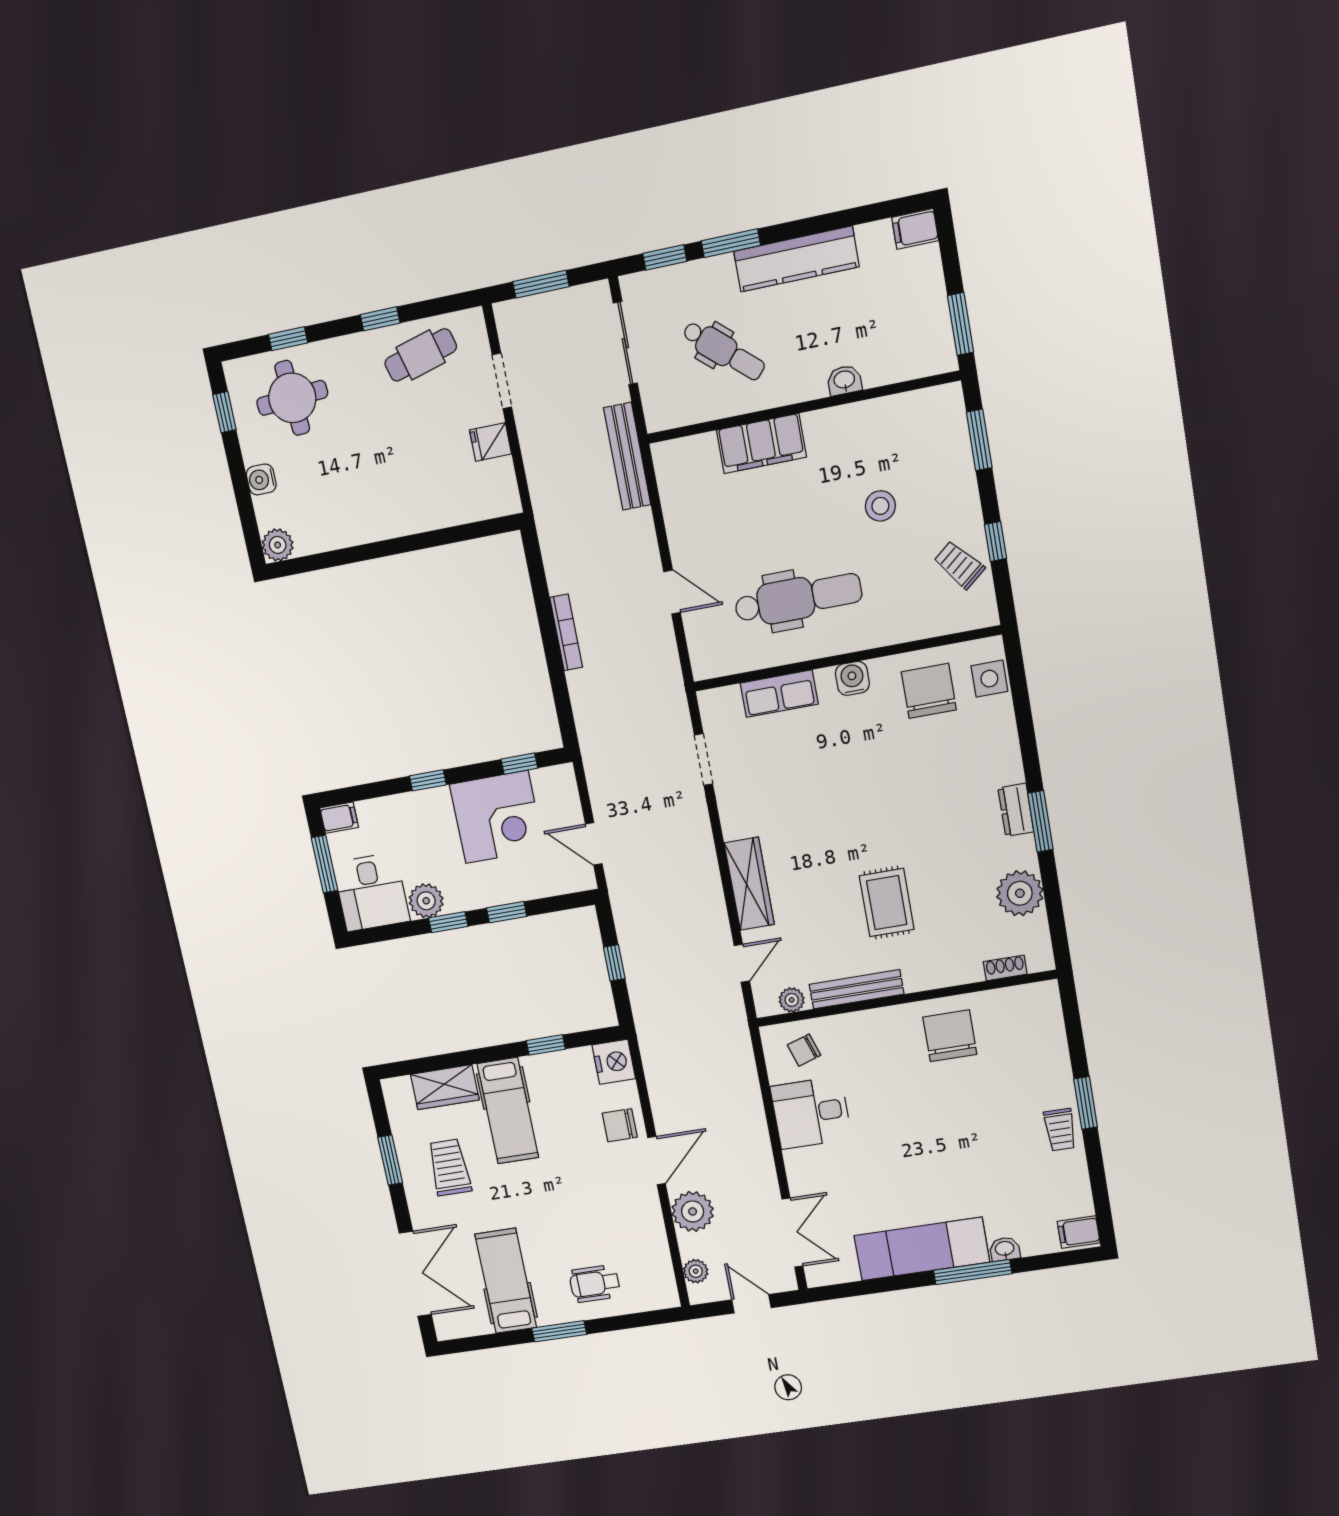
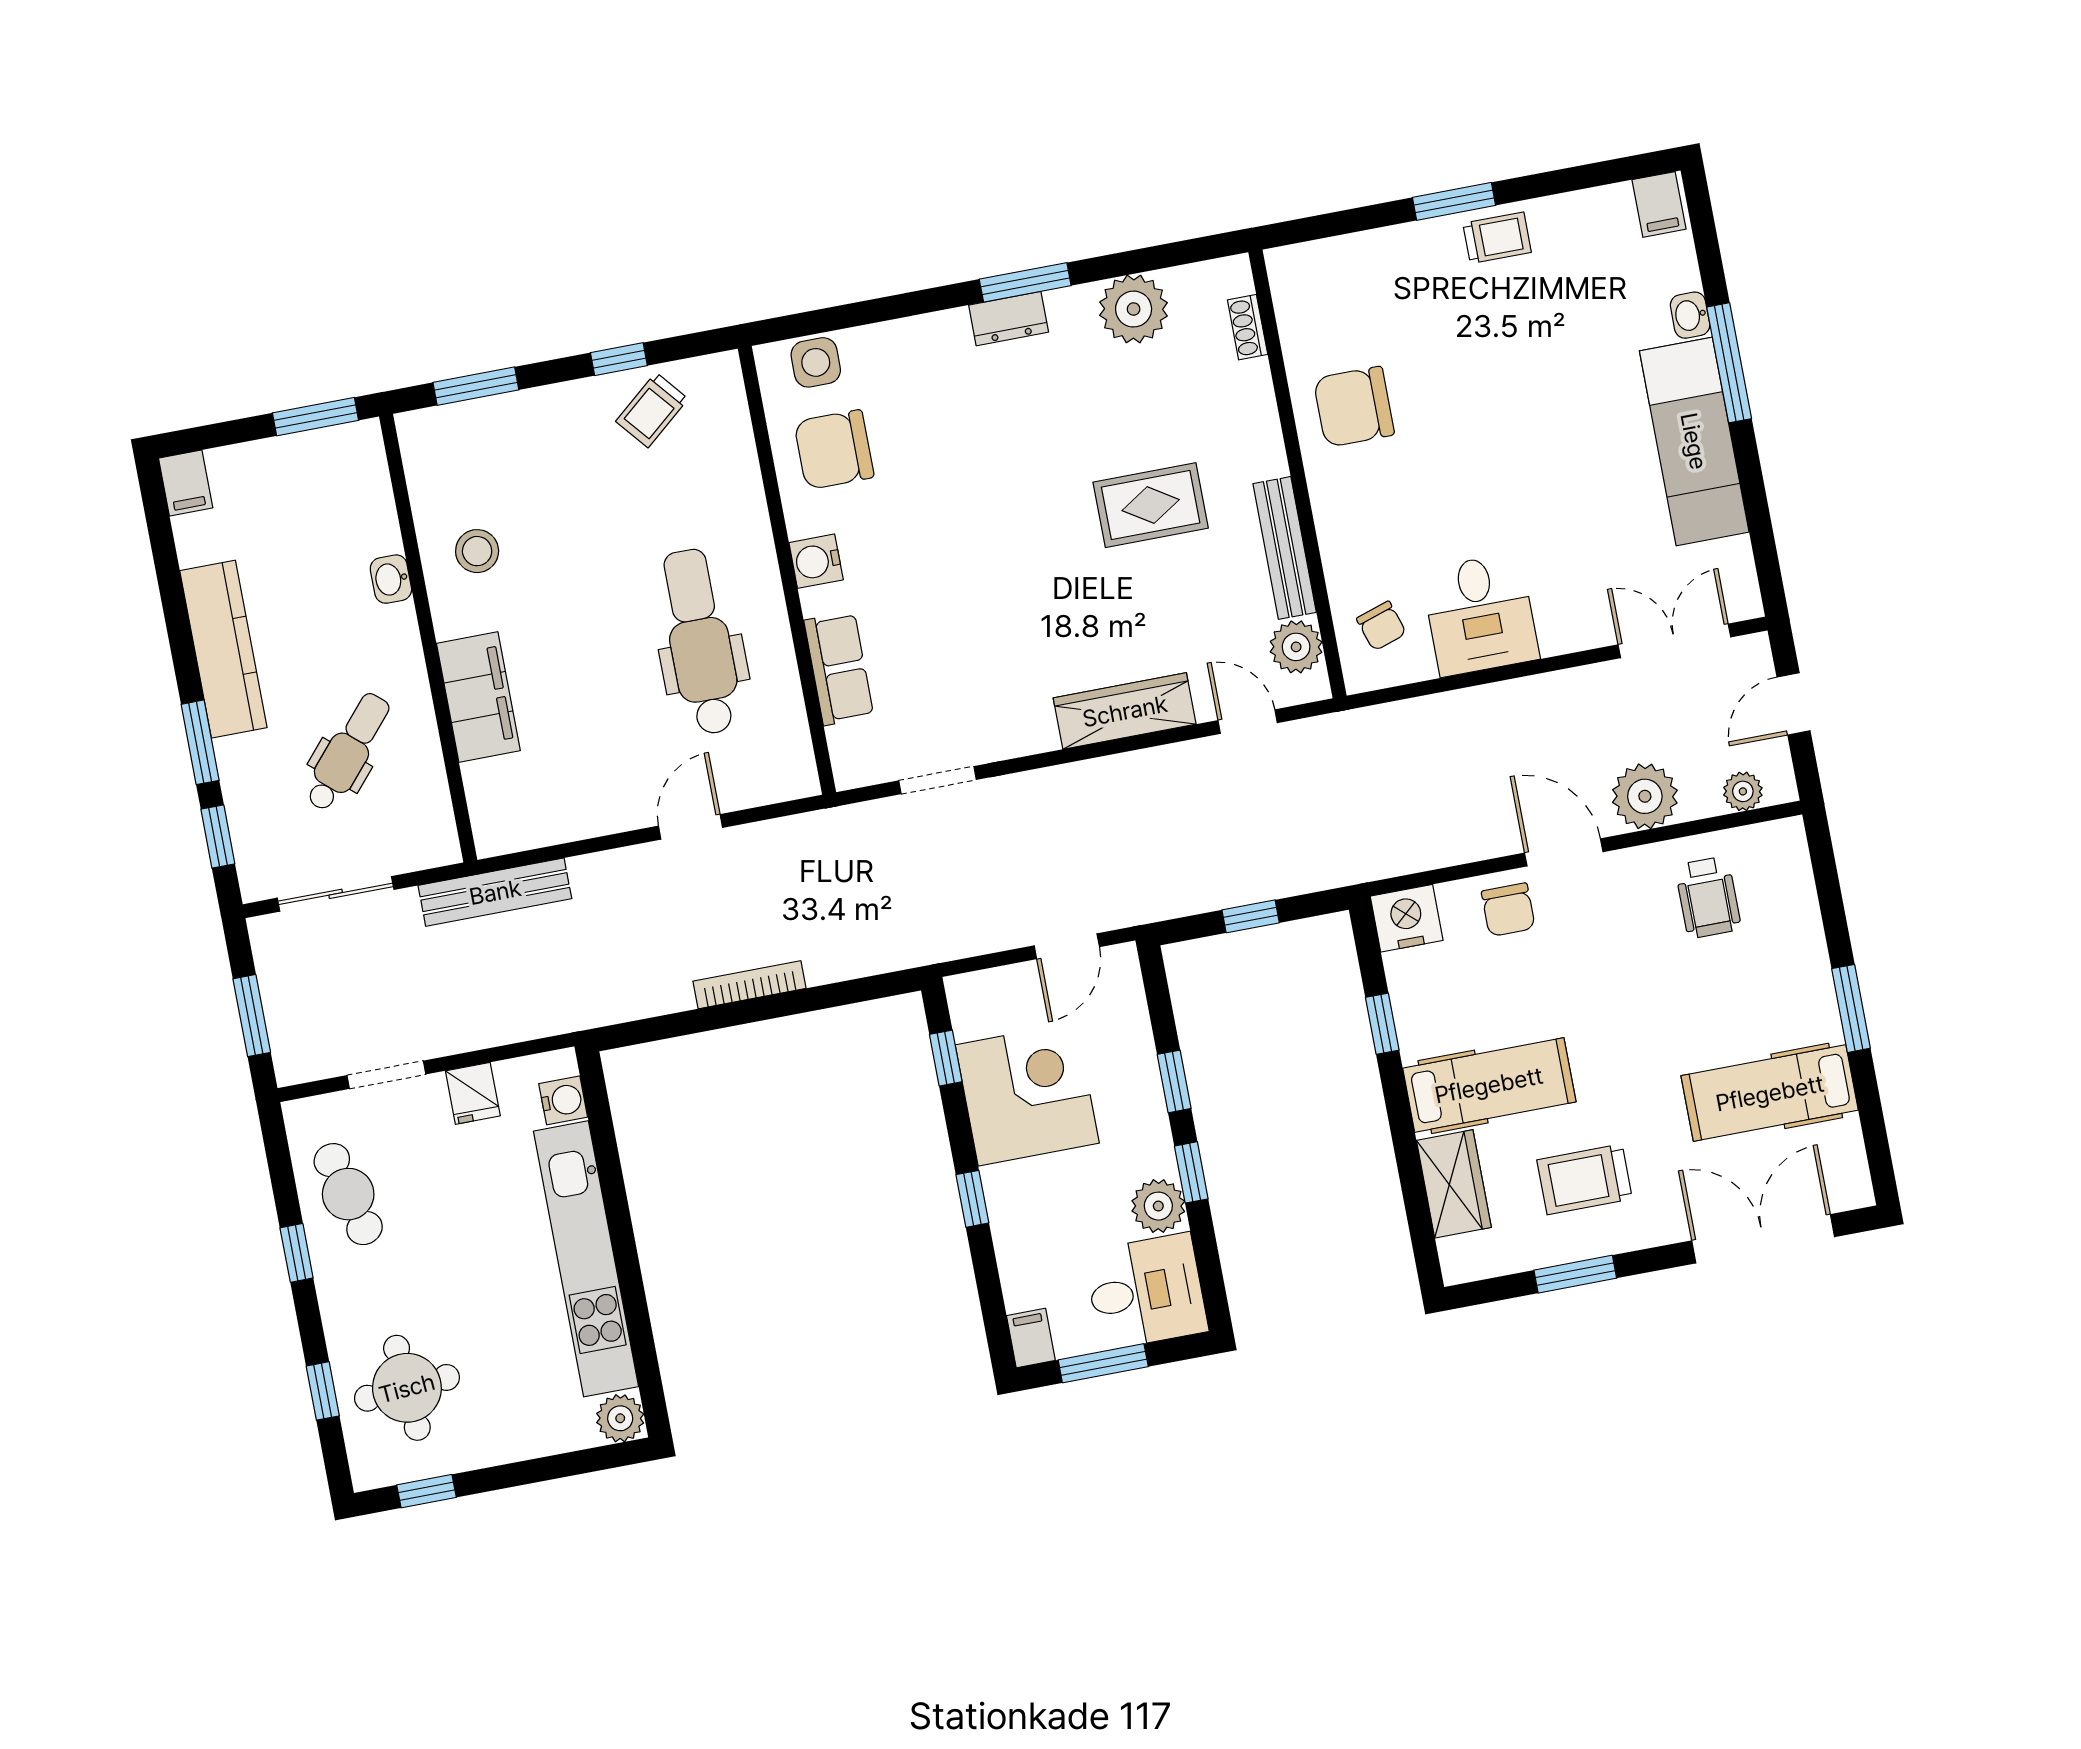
water cooler: (261, 479) -> (563, 1100), moved, turned -90
stool: (880, 506) -> (477, 551), moved
kitchen unit: (382, 521) -> (586, 1259), added
plant: (792, 1000) -> (1296, 647), width x1.38, depth x1.38
wheelchair: (595, 1284) -> (1708, 897), moved

